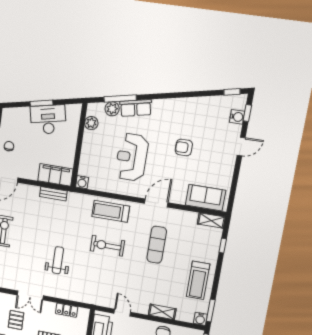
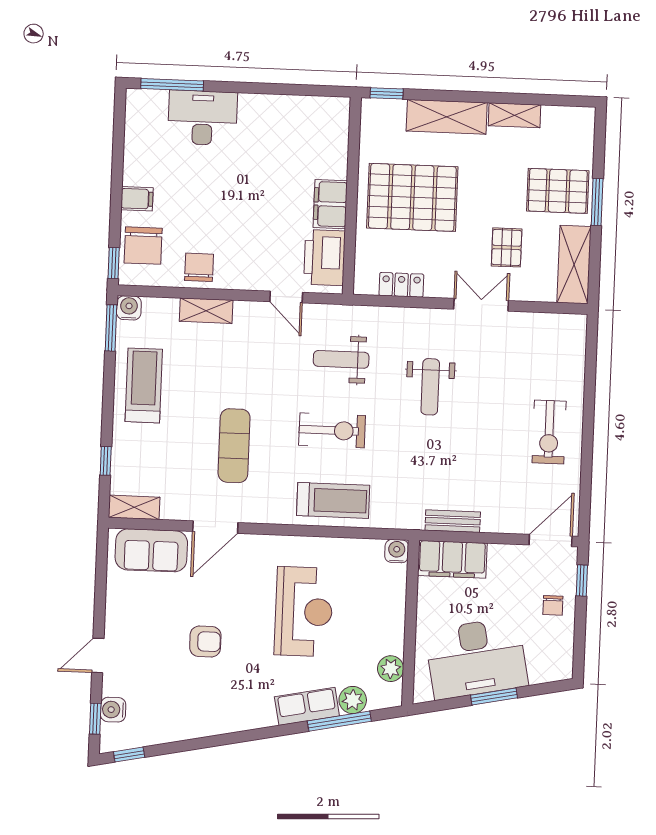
desk: (48, 120) -> (476, 658), width x1.36, depth x1.30
door: (156, 203) -> (215, 527), moved
weight bench: (99, 279) -> (341, 359), added

